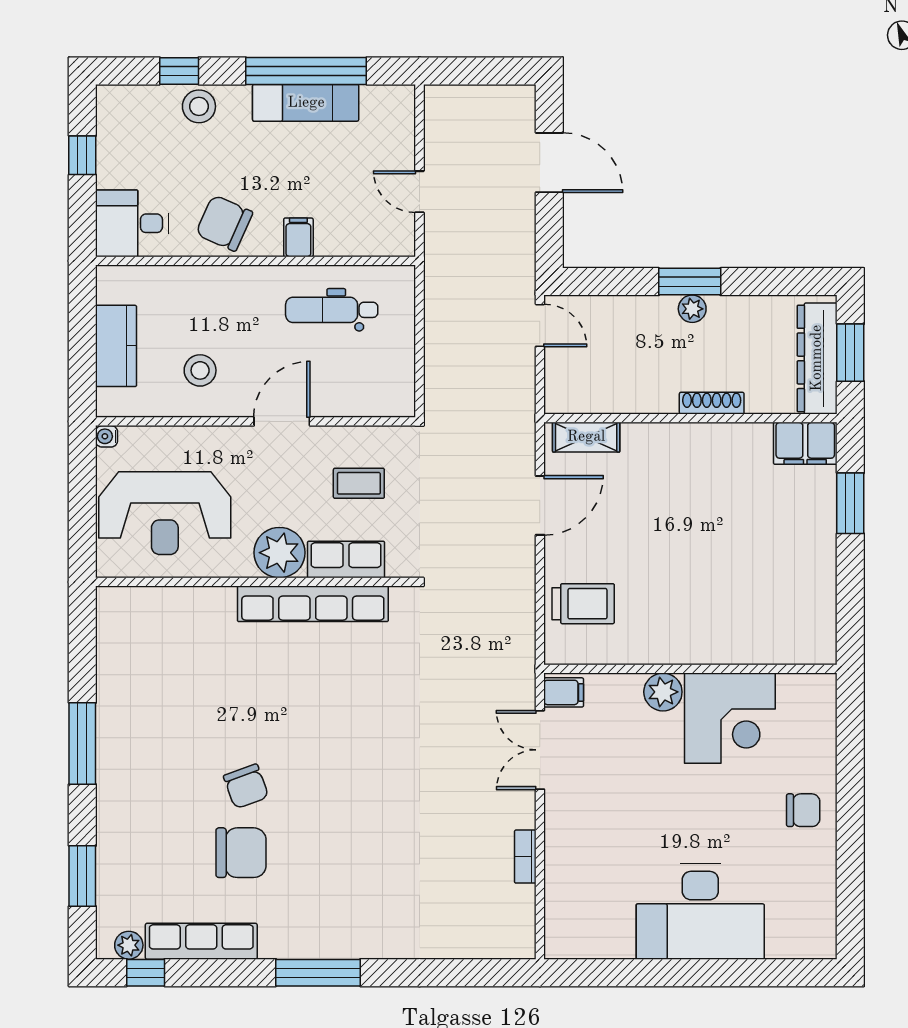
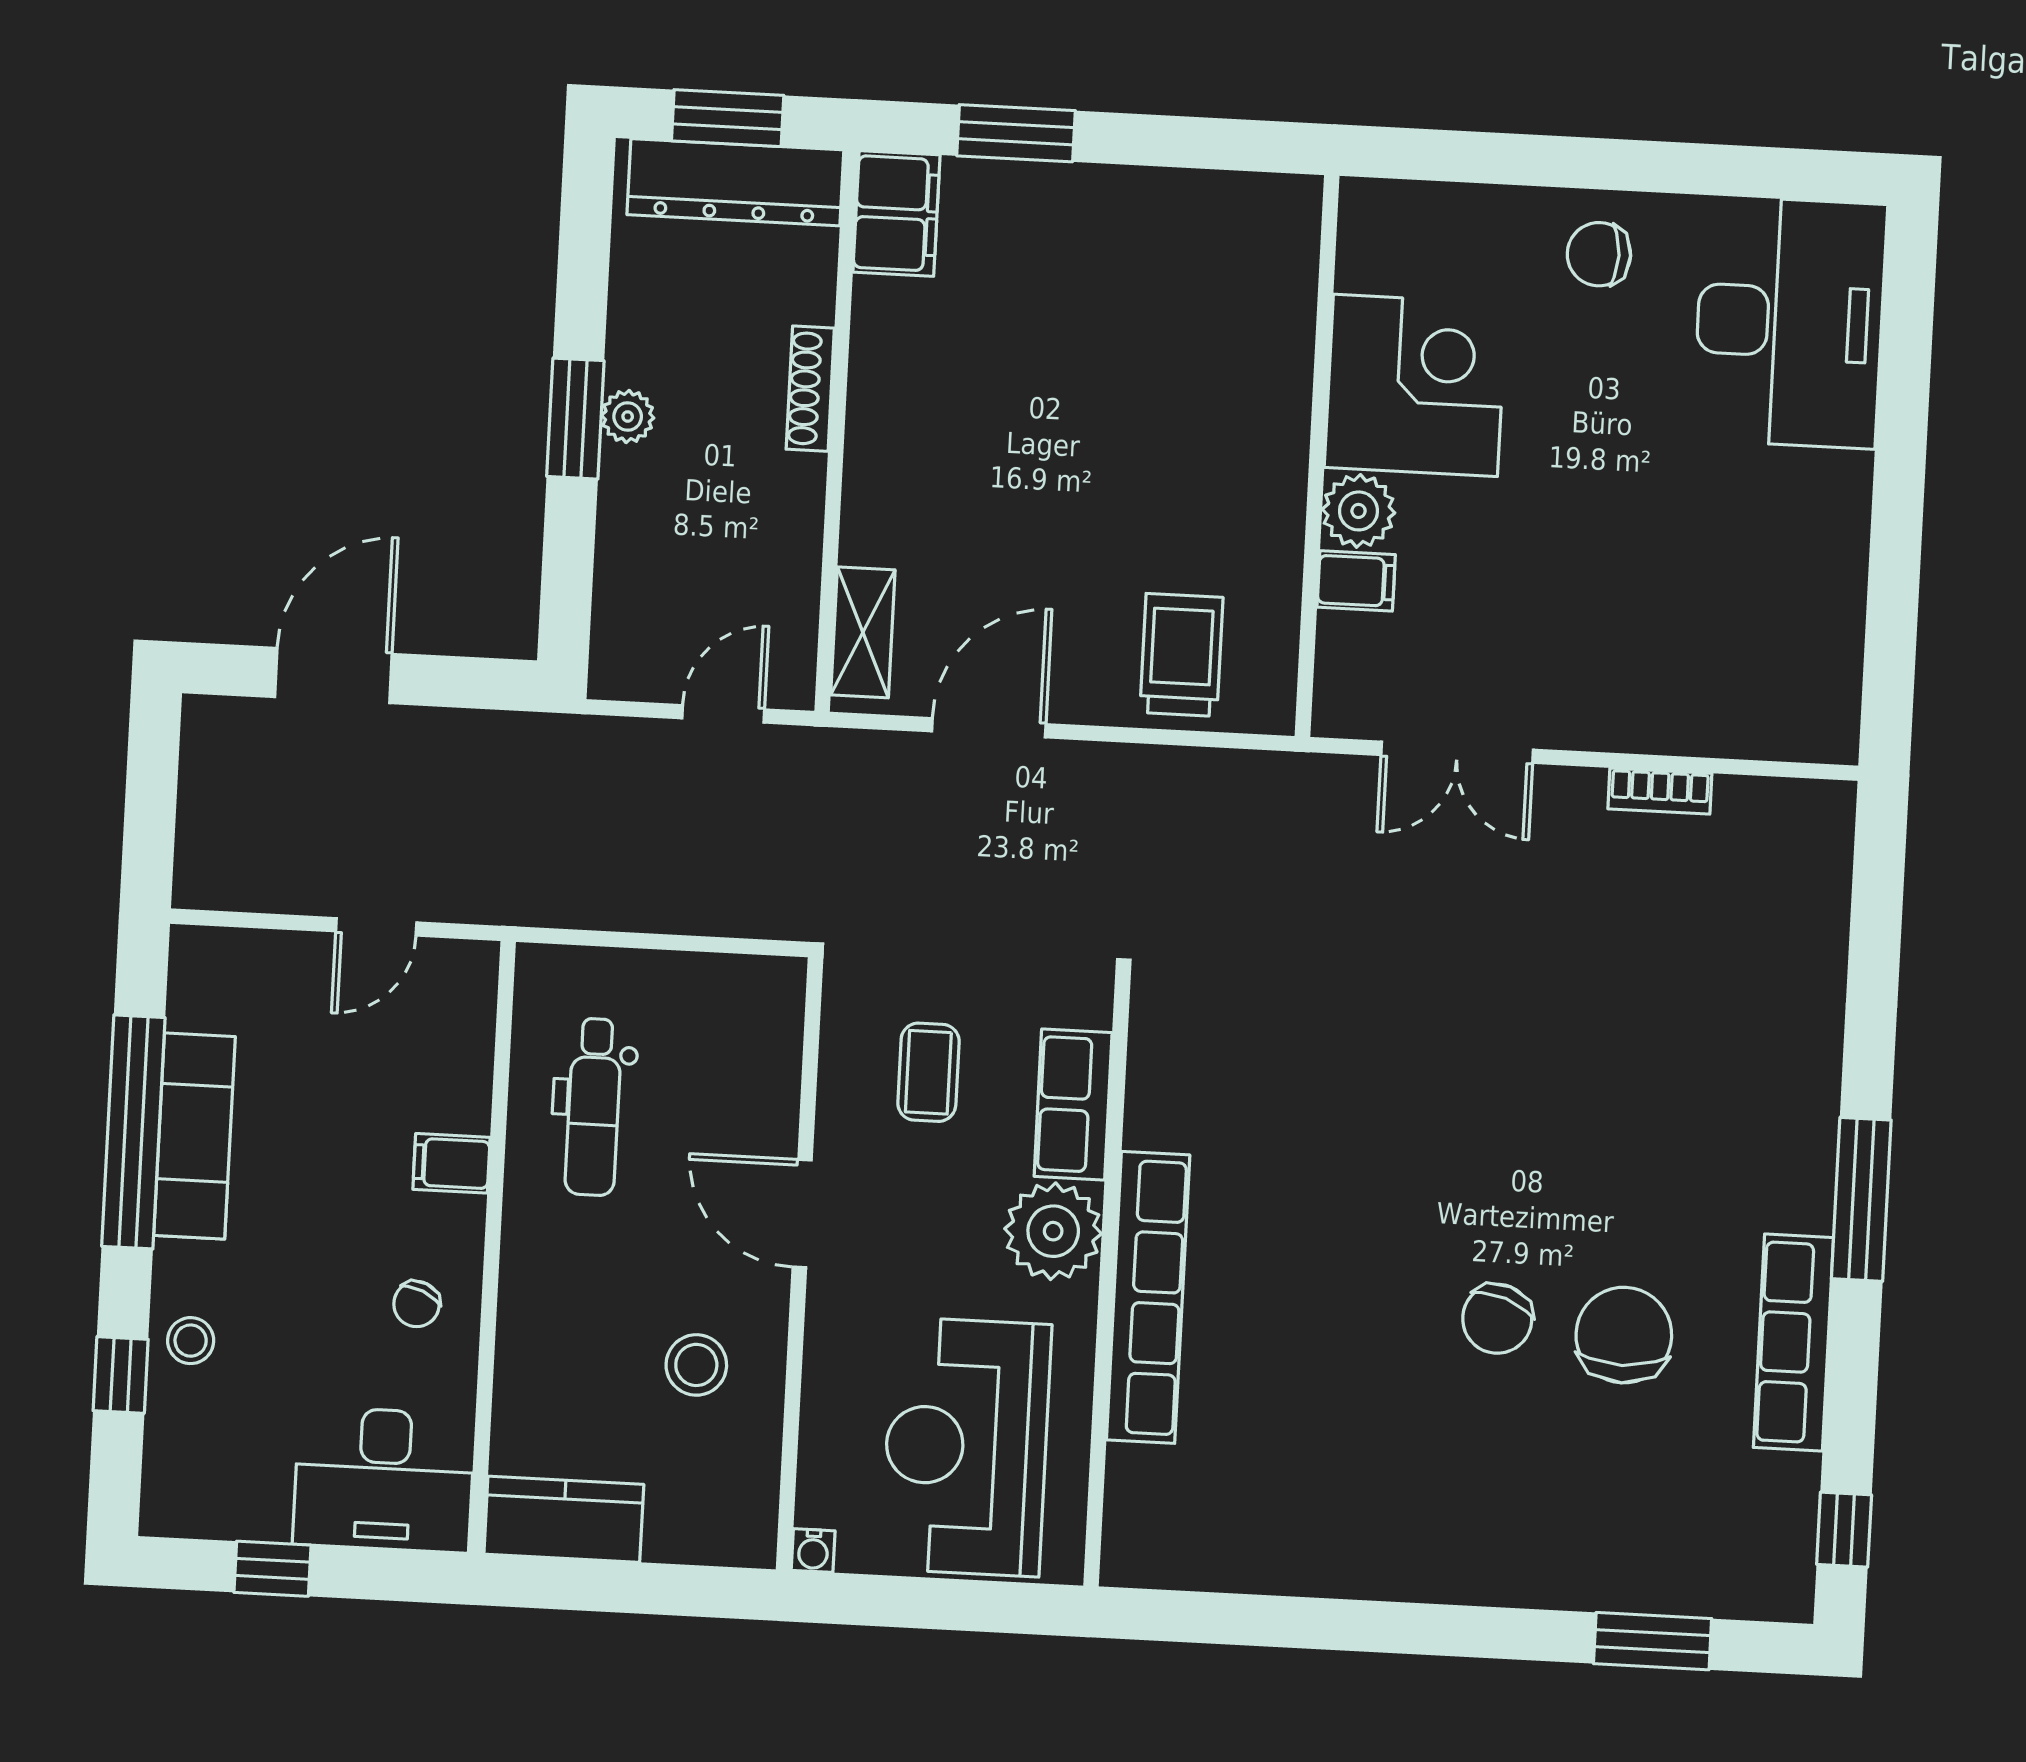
stool: (199, 106) -> (191, 1341), width x0.73, depth x0.73
desk: (132, 223) -> (384, 1479), width x1.37
chair: (224, 223) -> (417, 1304), width x0.54, depth x0.54
door: (540, 325) -> (723, 714), moved
kitchen counter: (116, 346) -> (564, 1519), moved
door: (540, 505) -> (989, 728), hinge flipped
reception desk: (165, 513) -> (966, 1447), turned 180
row of seats: (313, 604) -> (1148, 1297), moved
filing cabinet: (564, 692) -> (1356, 581), moved, turned 90
window: (82, 744) -> (1399, 1628), removed
chair: (246, 786) -> (1497, 1319), turned 130
chair: (803, 810) -> (1599, 254), turned -90
desk: (700, 911) -> (1790, 322), moved
row of seats: (201, 941) -> (1794, 1342), moved
plant: (129, 945) -> (1790, 1559), removed

